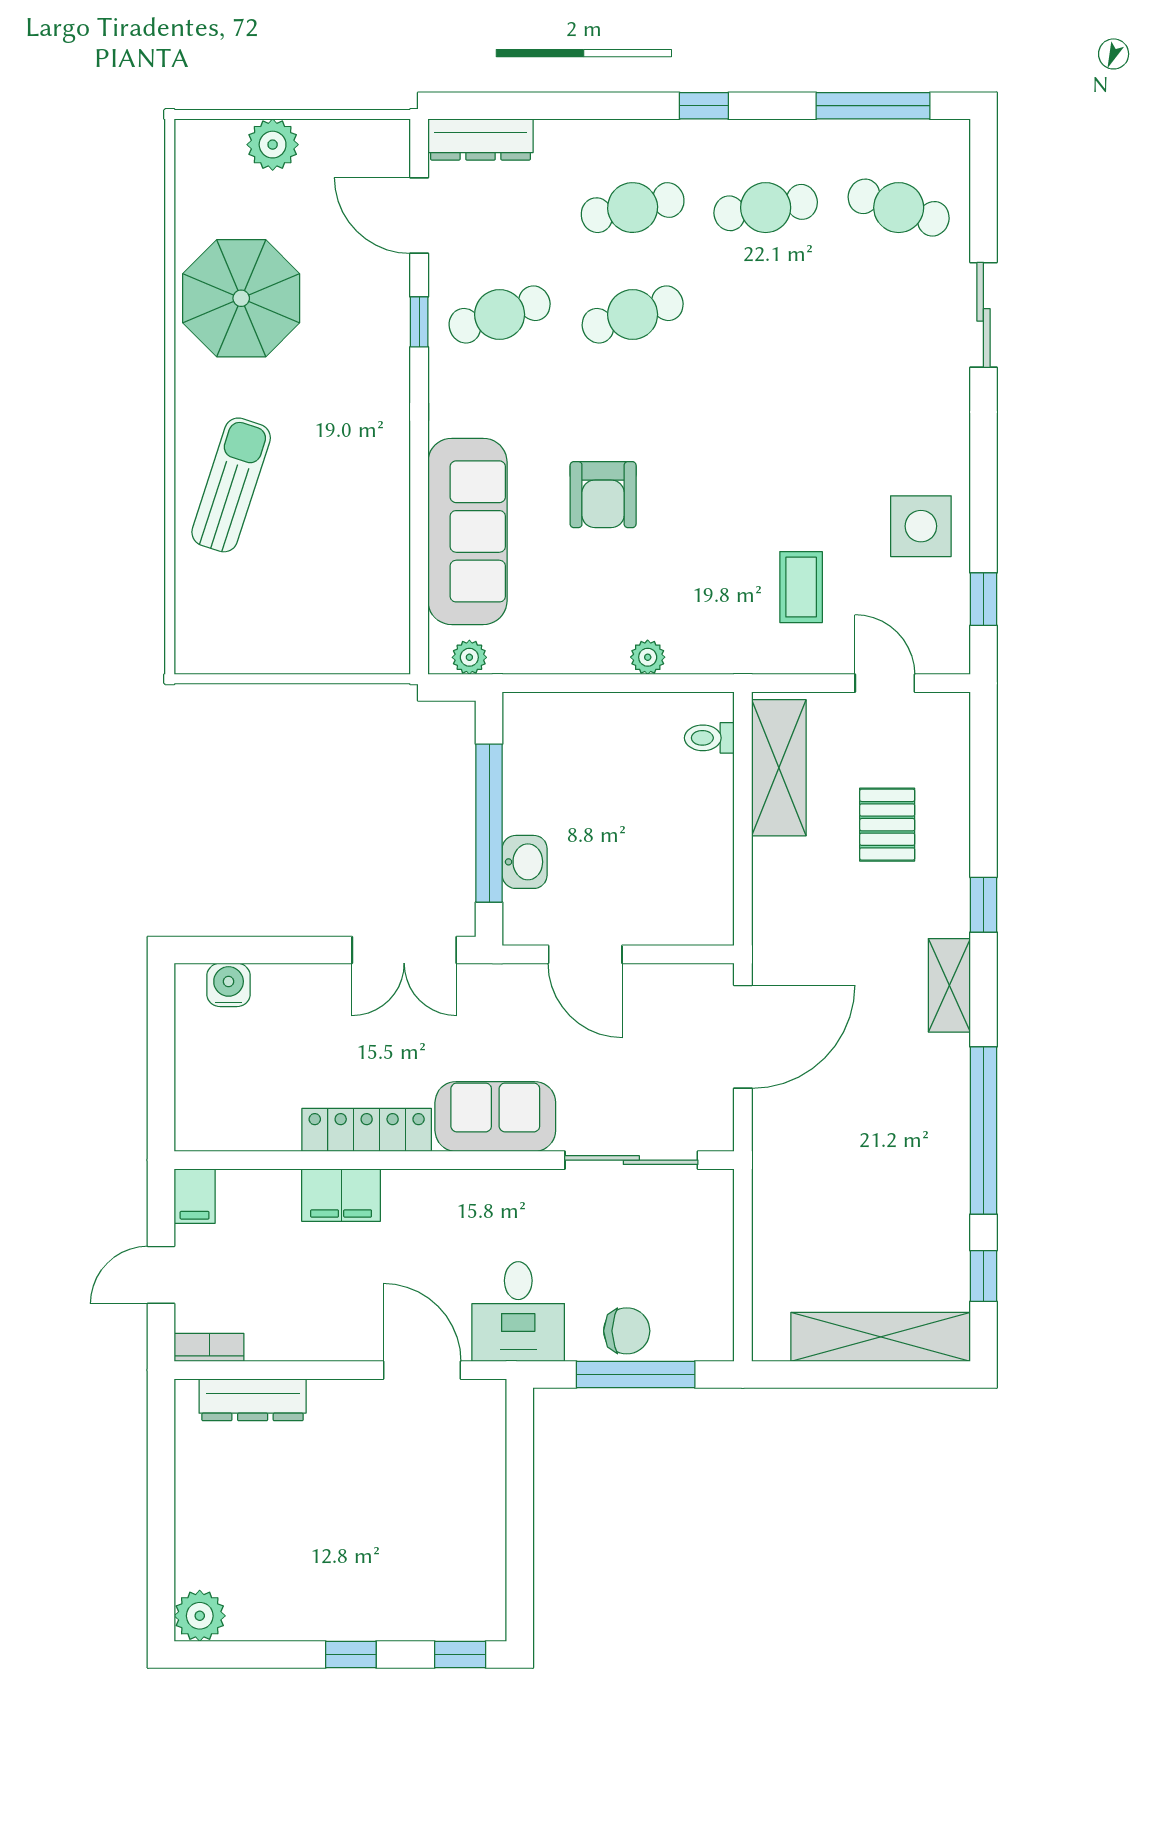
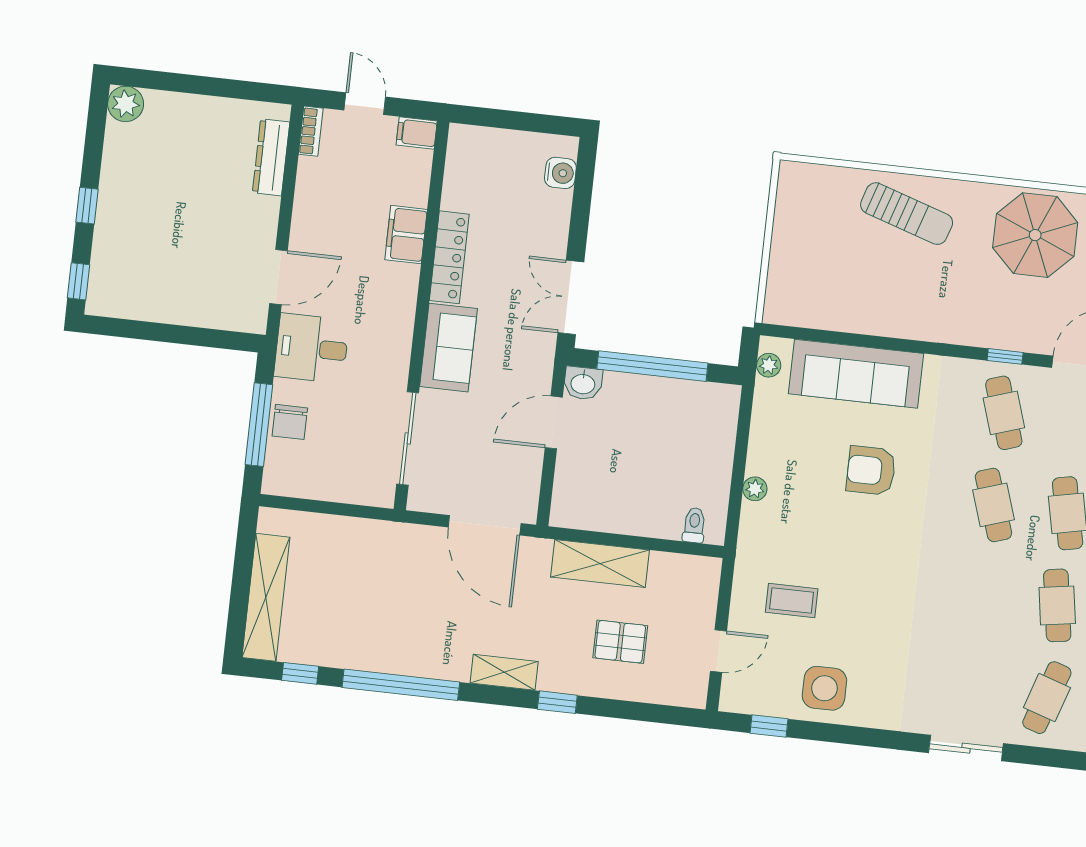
shelving: (779, 768) -> (600, 563), moved
washbasin: (525, 862) -> (583, 383), moved

